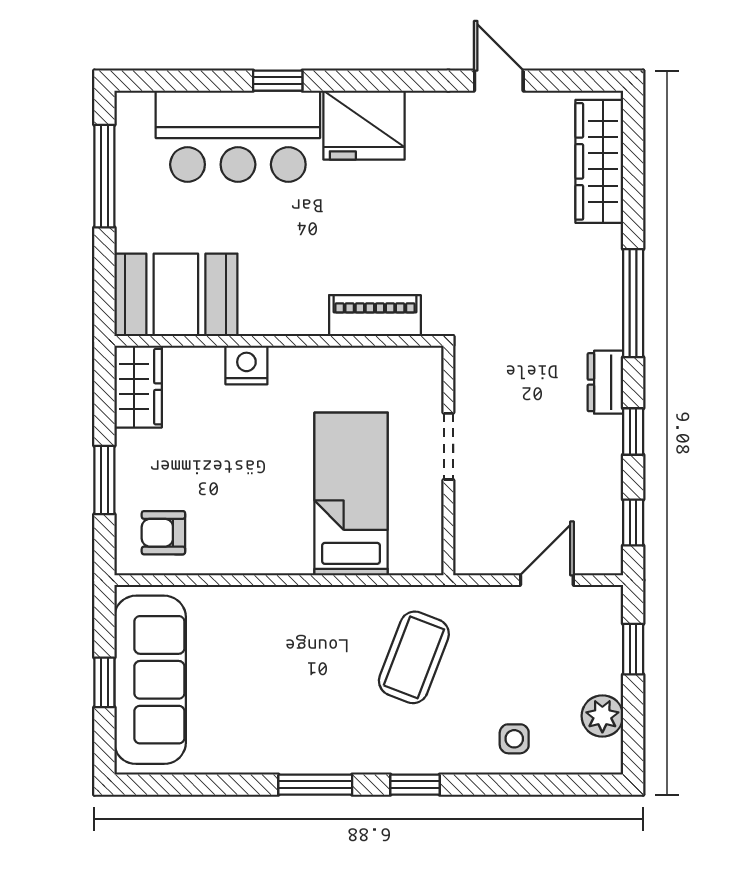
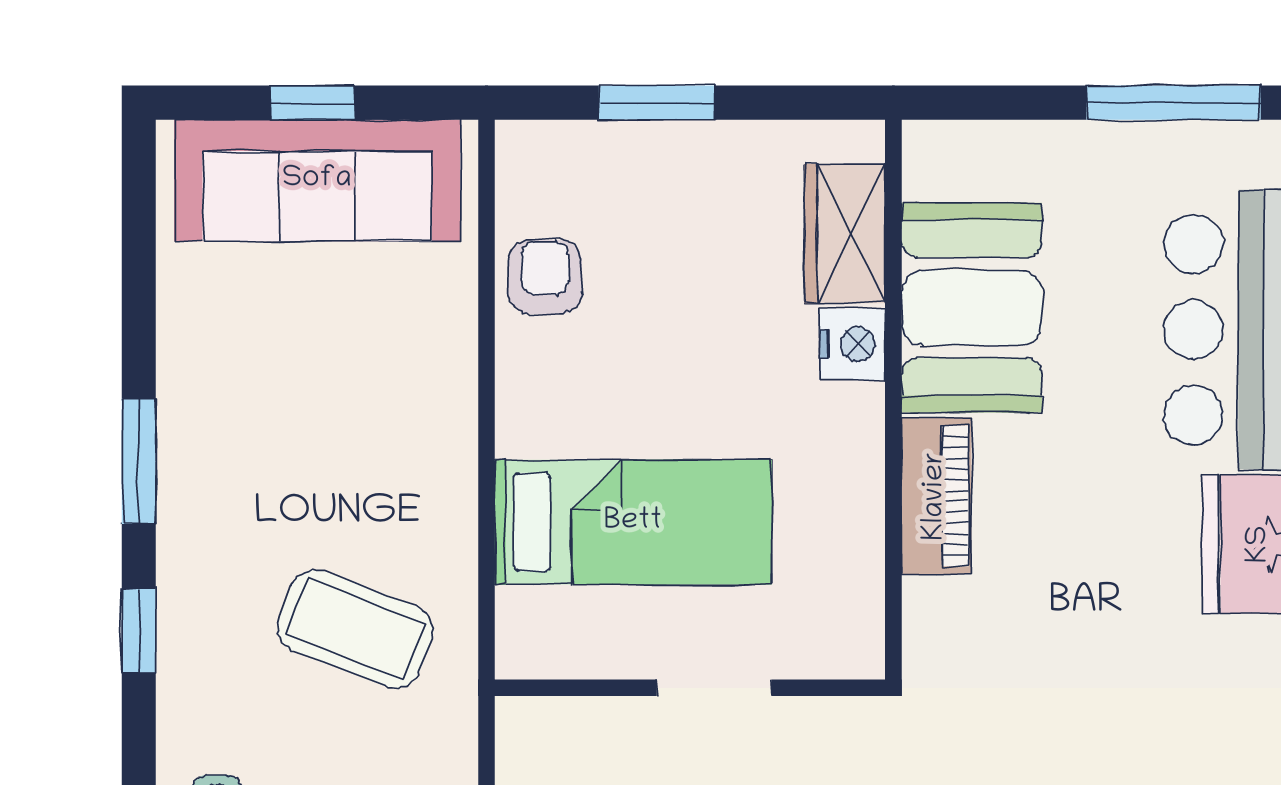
booth: (176, 295) -> (972, 308), moved
piano: (375, 316) -> (936, 496), moved
wardrobe: (138, 387) -> (845, 234), moved, turned 90
armchair: (163, 533) -> (545, 277), moved

